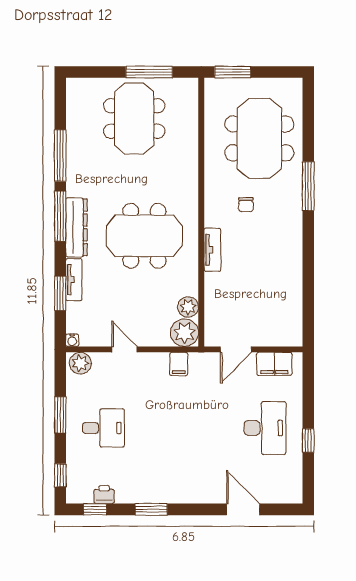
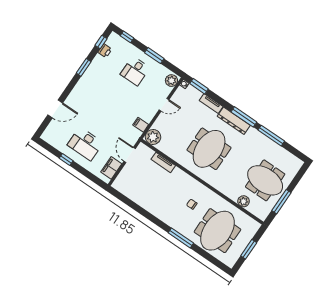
window: (233, 72) -> (249, 249), moved
meeting table: (259, 138) -> (217, 231), turned 90
tv unit: (212, 250) -> (163, 162), moved
window: (60, 293) -> (199, 86), moved
plant: (188, 307) -> (244, 201), moved

